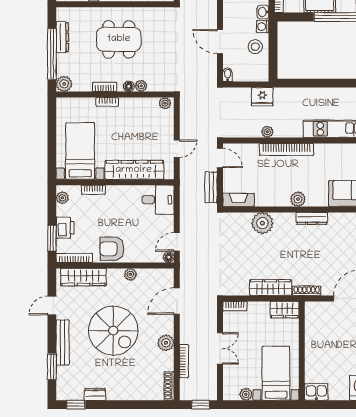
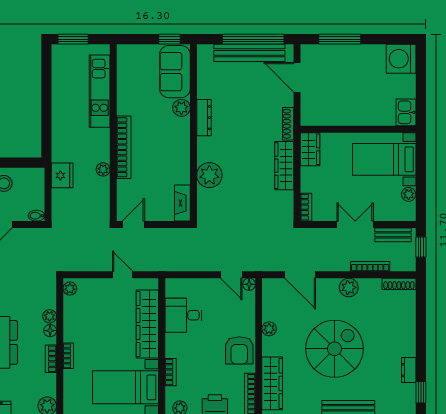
bench: (211, 187) -> (393, 235), moved
plant: (298, 199) -> (181, 108), moved
desk: (158, 200) -> (183, 315), moved, turned -90

